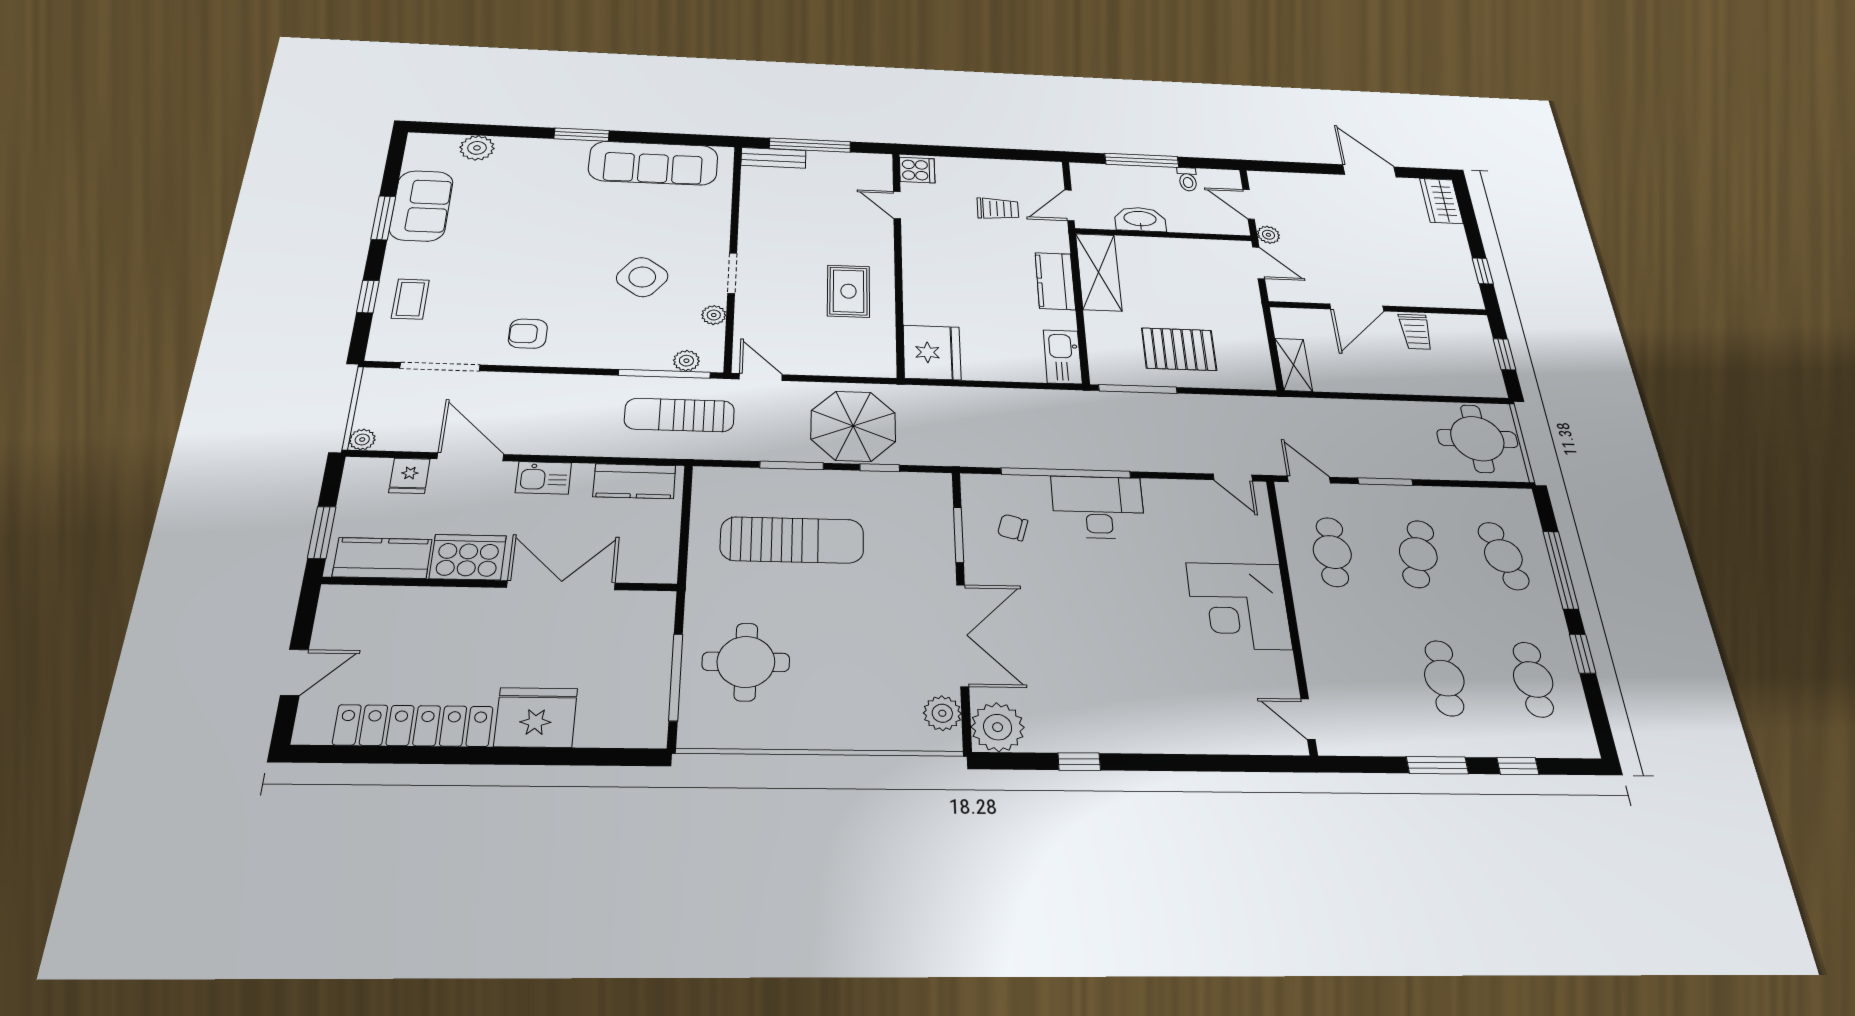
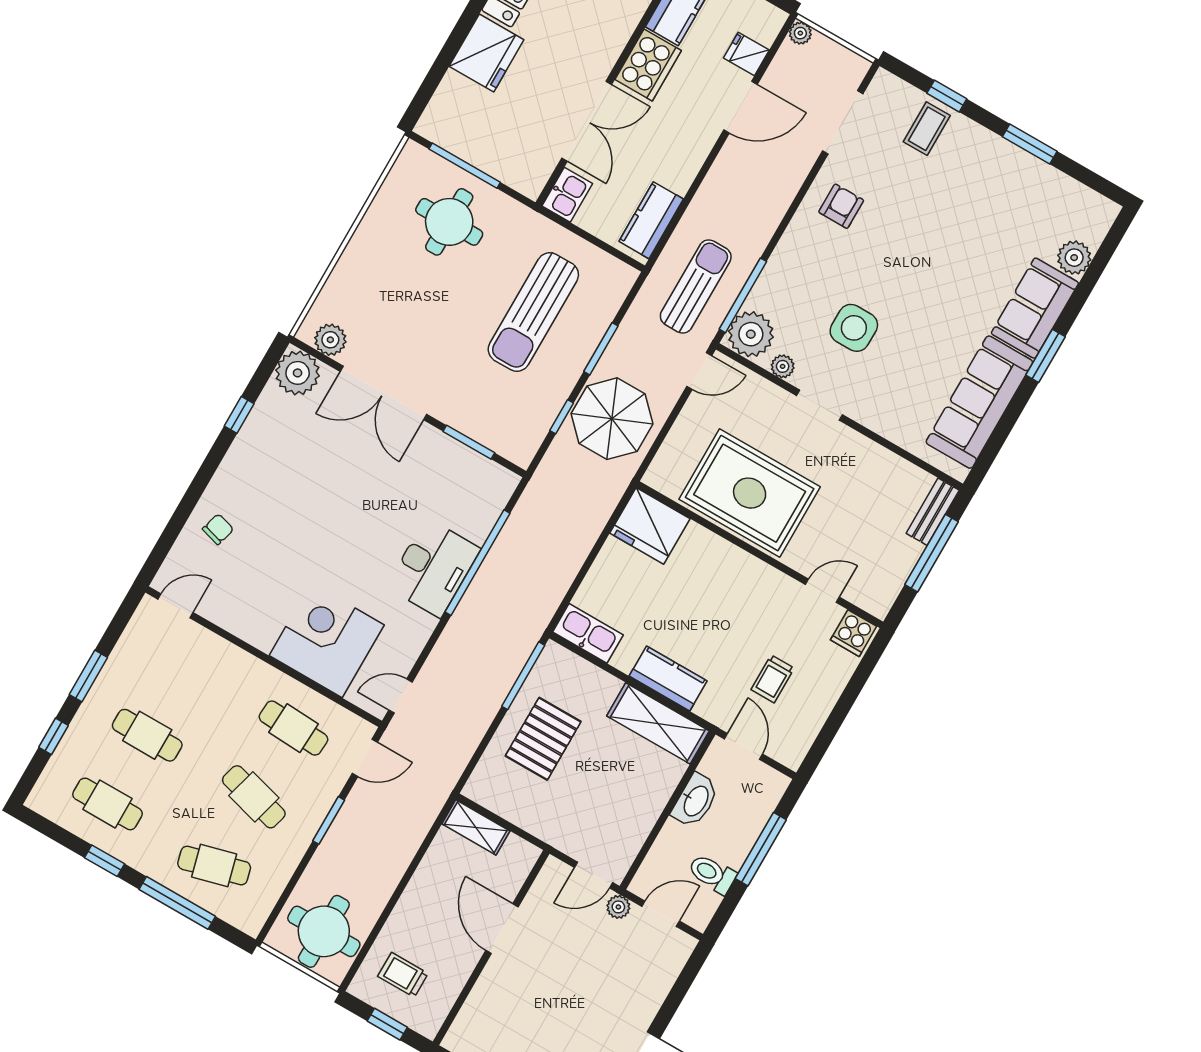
toilet: (1188, 179) -> (712, 874), width x1.37, depth x1.39
sofa: (421, 206) -> (1035, 308), moved, turned 90
side table: (642, 277) -> (854, 328), turned -37
rug: (848, 291) -> (750, 493), width x1.86, depth x2.06
coffee table: (410, 299) -> (927, 129), turned 90
trolley: (1416, 332) -> (403, 975), moved
plant: (686, 361) -> (751, 334), width x1.87, depth x1.87
kitchen sink: (543, 478) -> (567, 195), moved, turned 180
chair: (1013, 527) -> (218, 529), moved
corner desk: (1239, 606) -> (327, 640), moved

